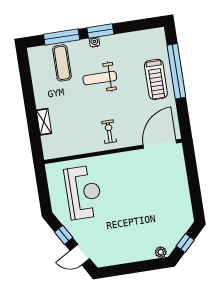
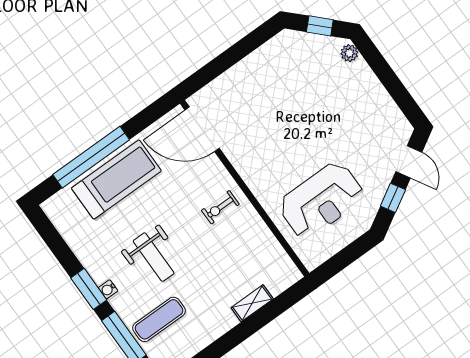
treadmill: (156, 79) -> (116, 179), width x1.37, depth x1.38
reception desk: (83, 192) -> (321, 200), turned 180

